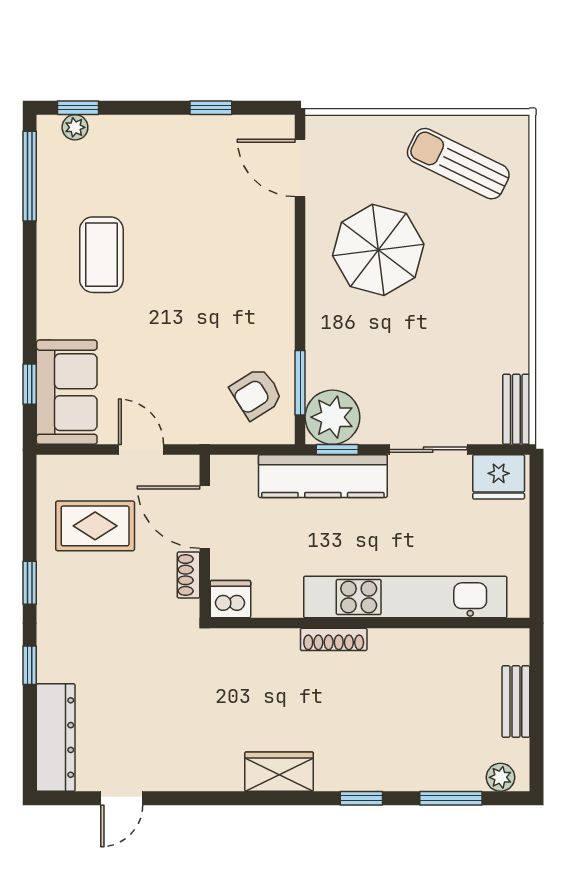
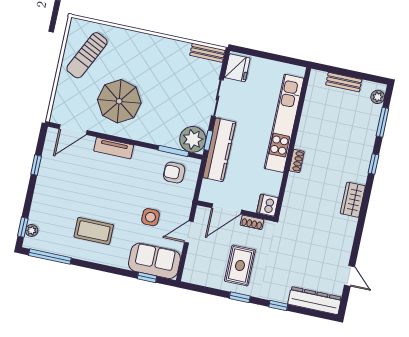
tv unit: (280, 259) -> (114, 148), added
side table: (155, 365) -> (150, 217), added
armchair: (256, 394) -> (174, 173), turned 122
rug: (95, 526) -> (240, 266), moved
shoe rack: (334, 639) -> (297, 161), width x0.70

